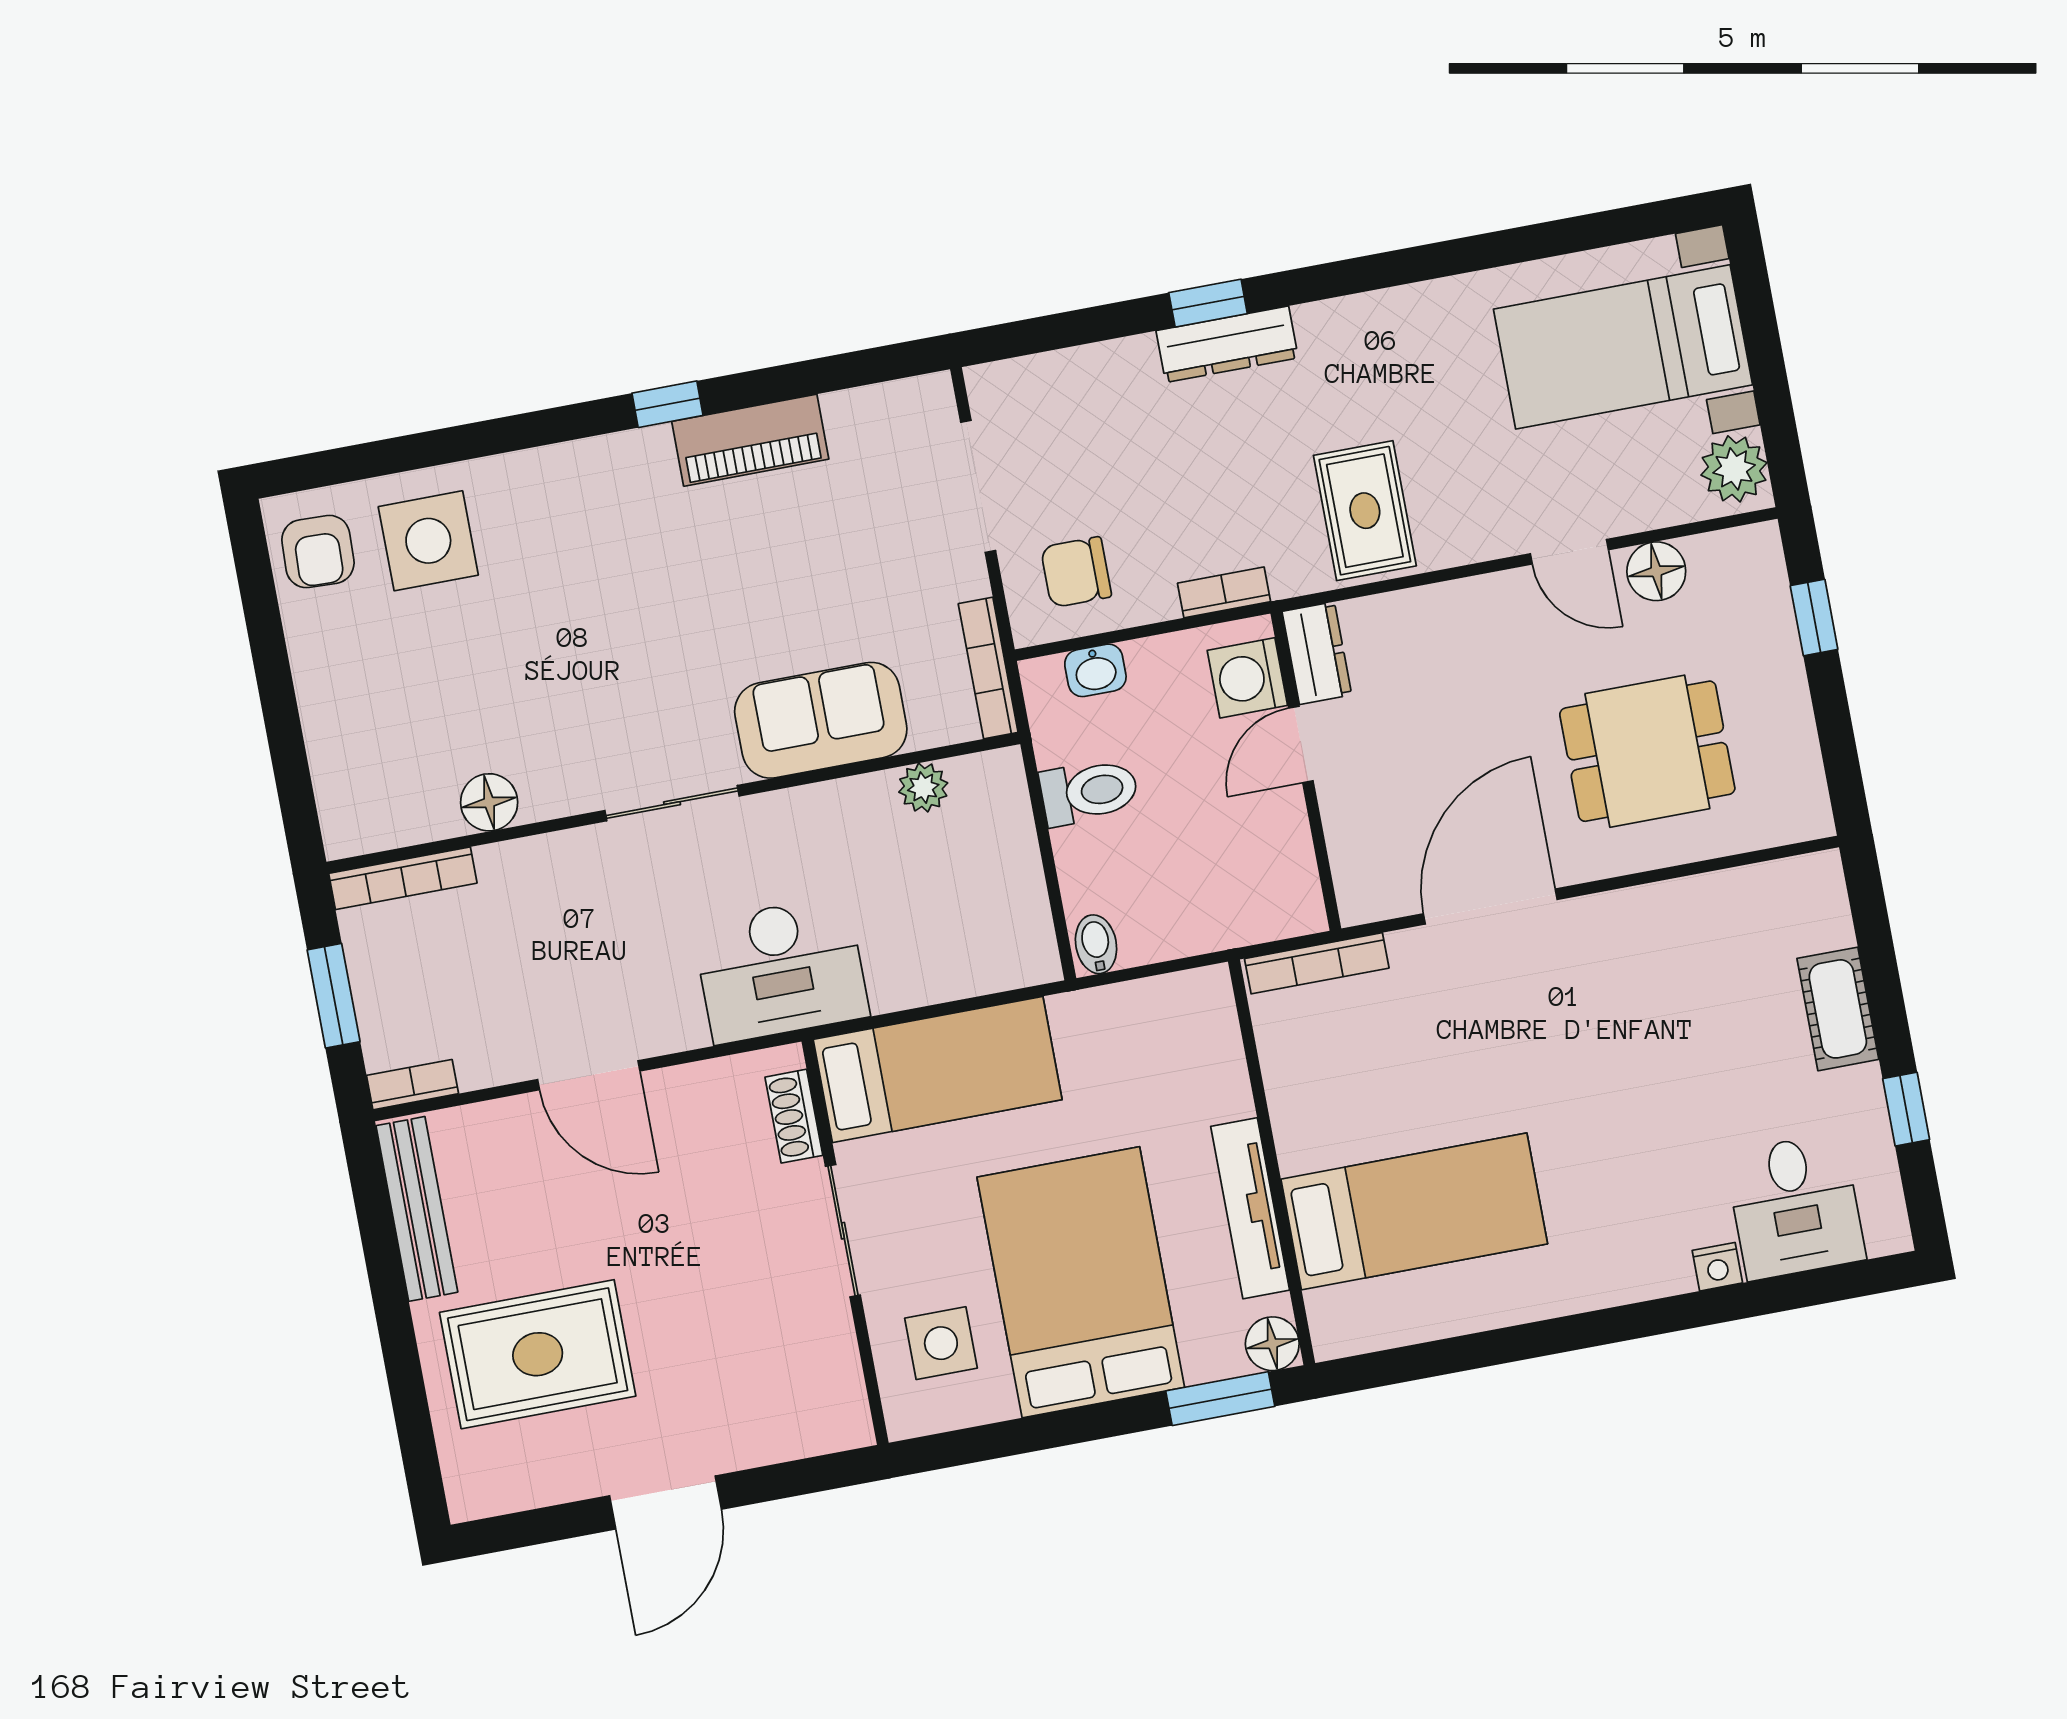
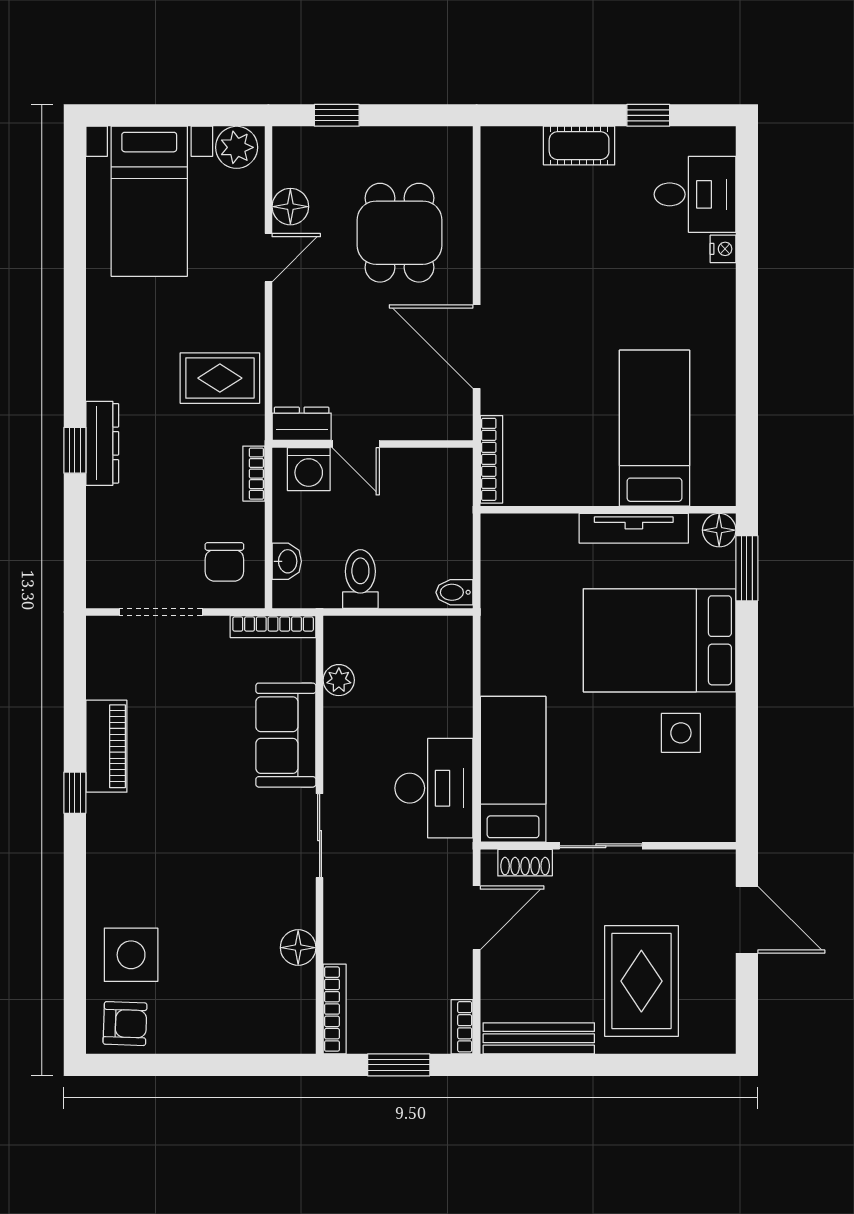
bed: (938, 1069) -> (513, 769), moved
shoe rack: (794, 1116) -> (525, 863), moved
sliding door: (843, 1231) -> (601, 846), moved
wall: (845, 1242) -> (608, 846), moved

